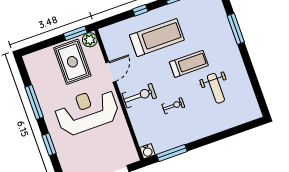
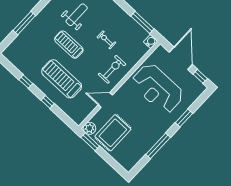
exercise bike: (139, 96) -> (112, 69), turned 90
reception desk: (87, 111) -> (158, 88), moved

